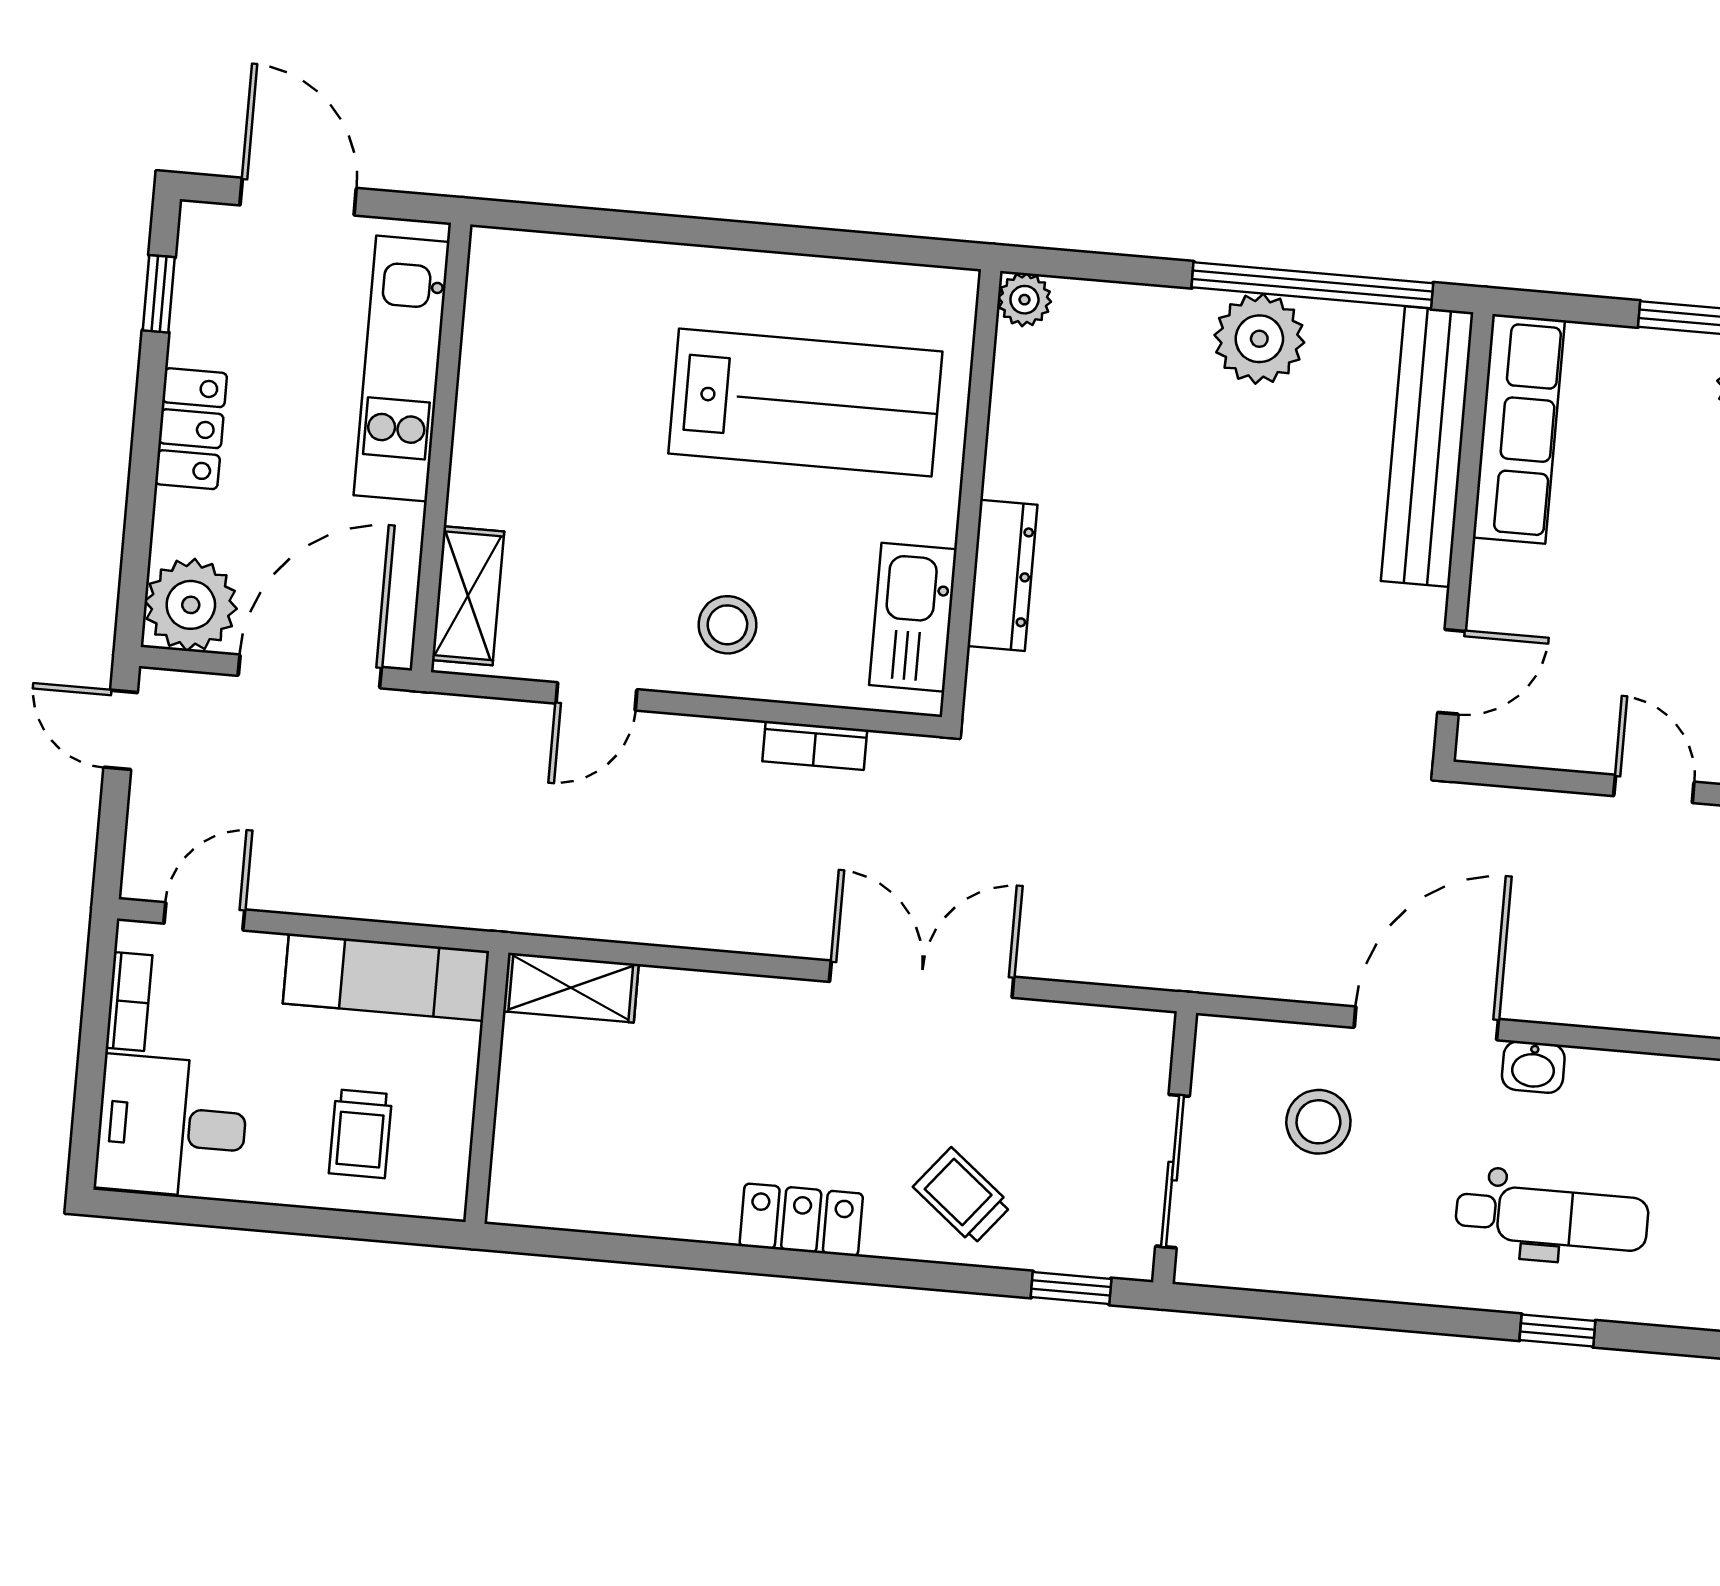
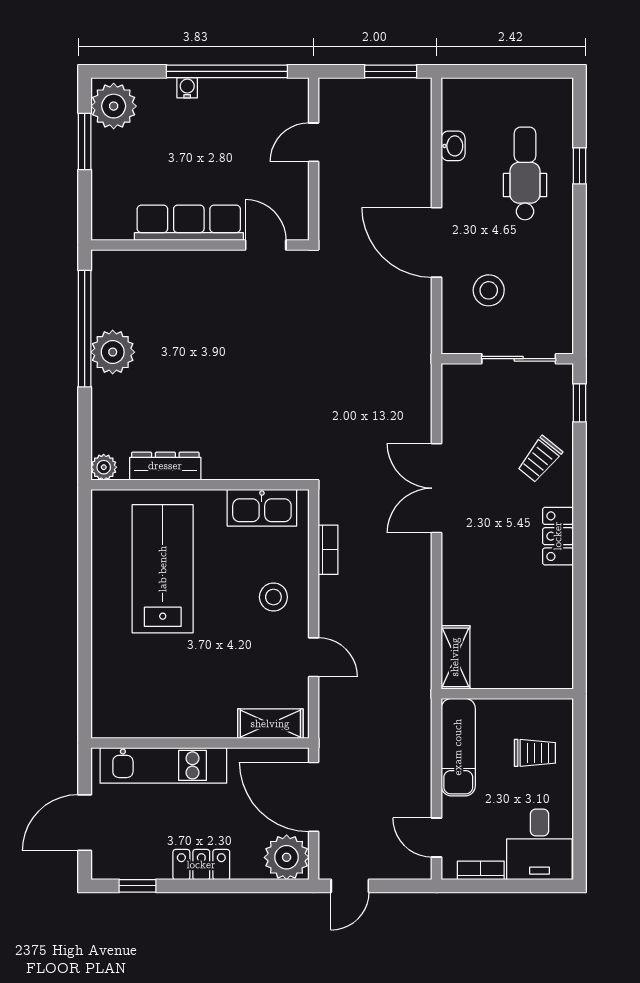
row of seats: (1519, 429) -> (189, 223), moved
bench: (1427, 447) -> (158, 266), removed
dresser: (1002, 575) -> (165, 466), moved
washbasin: (1533, 1067) -> (453, 146), moved

